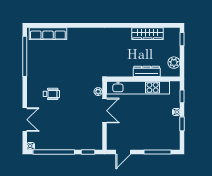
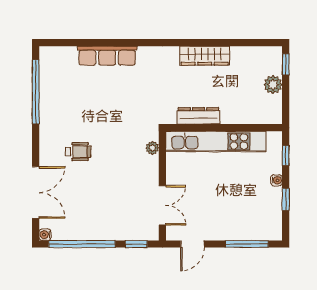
row of seats: (48, 34) -> (107, 56), moved
wardrobe: (148, 34) -> (205, 56), moved
plant: (174, 63) -> (273, 85), moved
dresser: (147, 71) -> (198, 116), moved
double door: (104, 111) -> (162, 205), moved
double door: (25, 120) -> (36, 192), width x1.37

